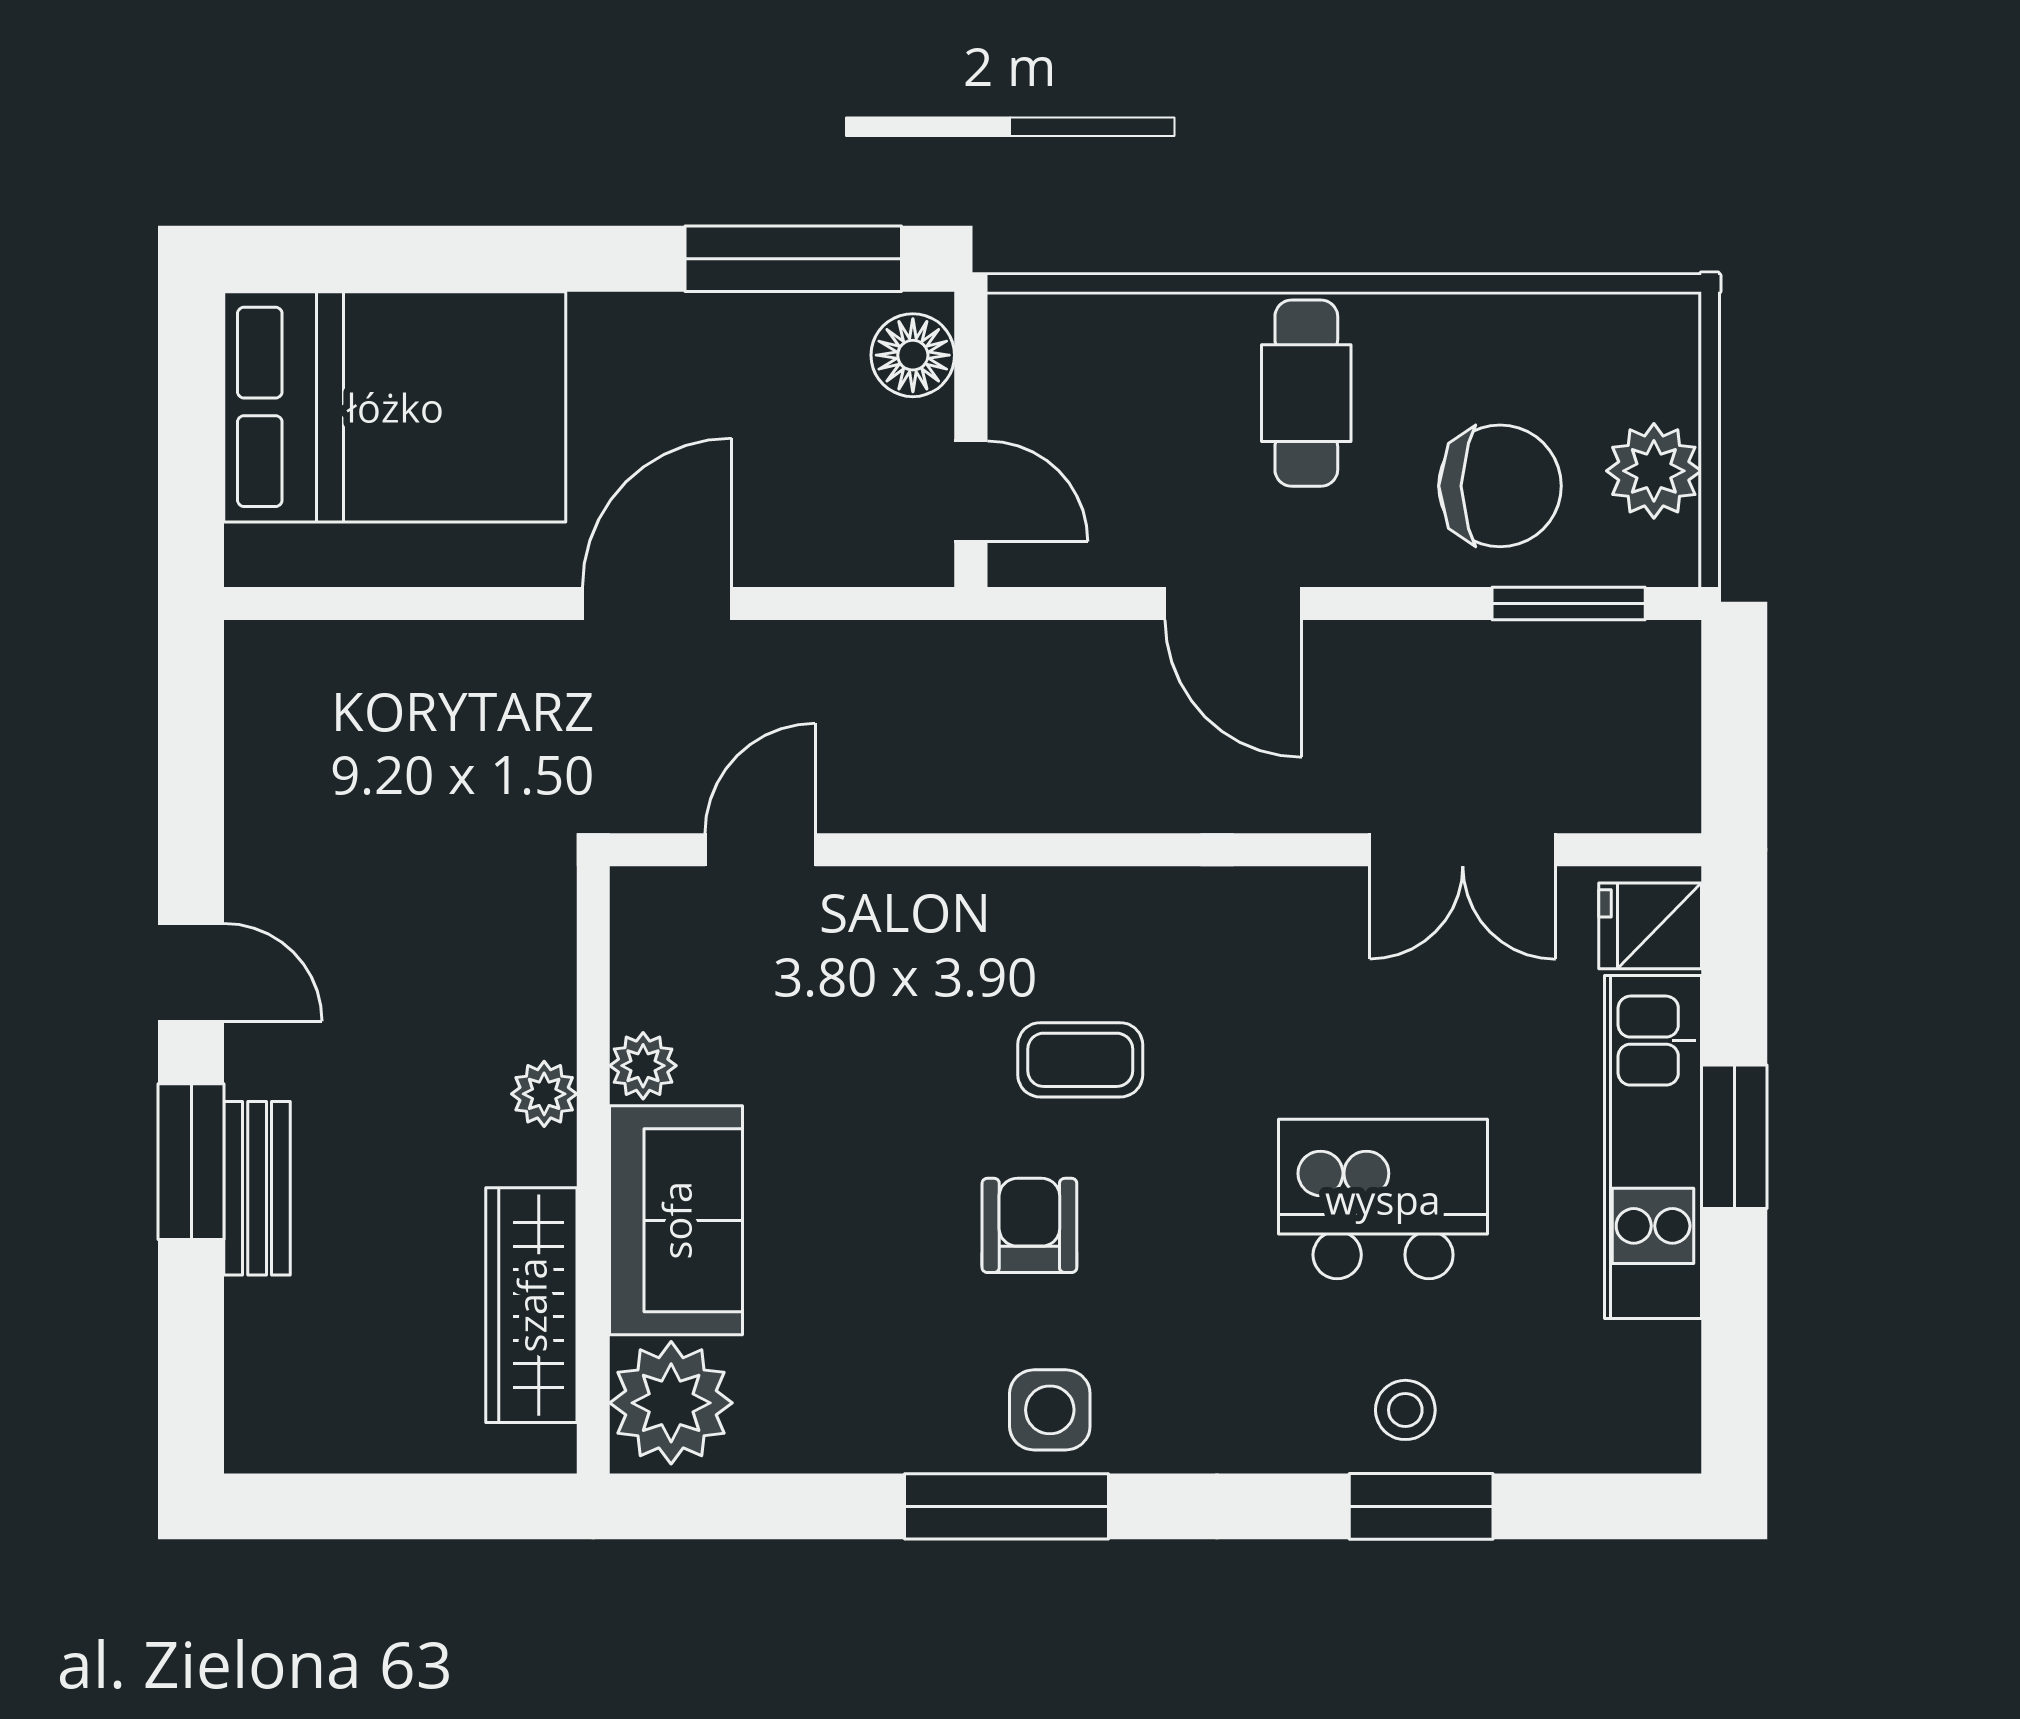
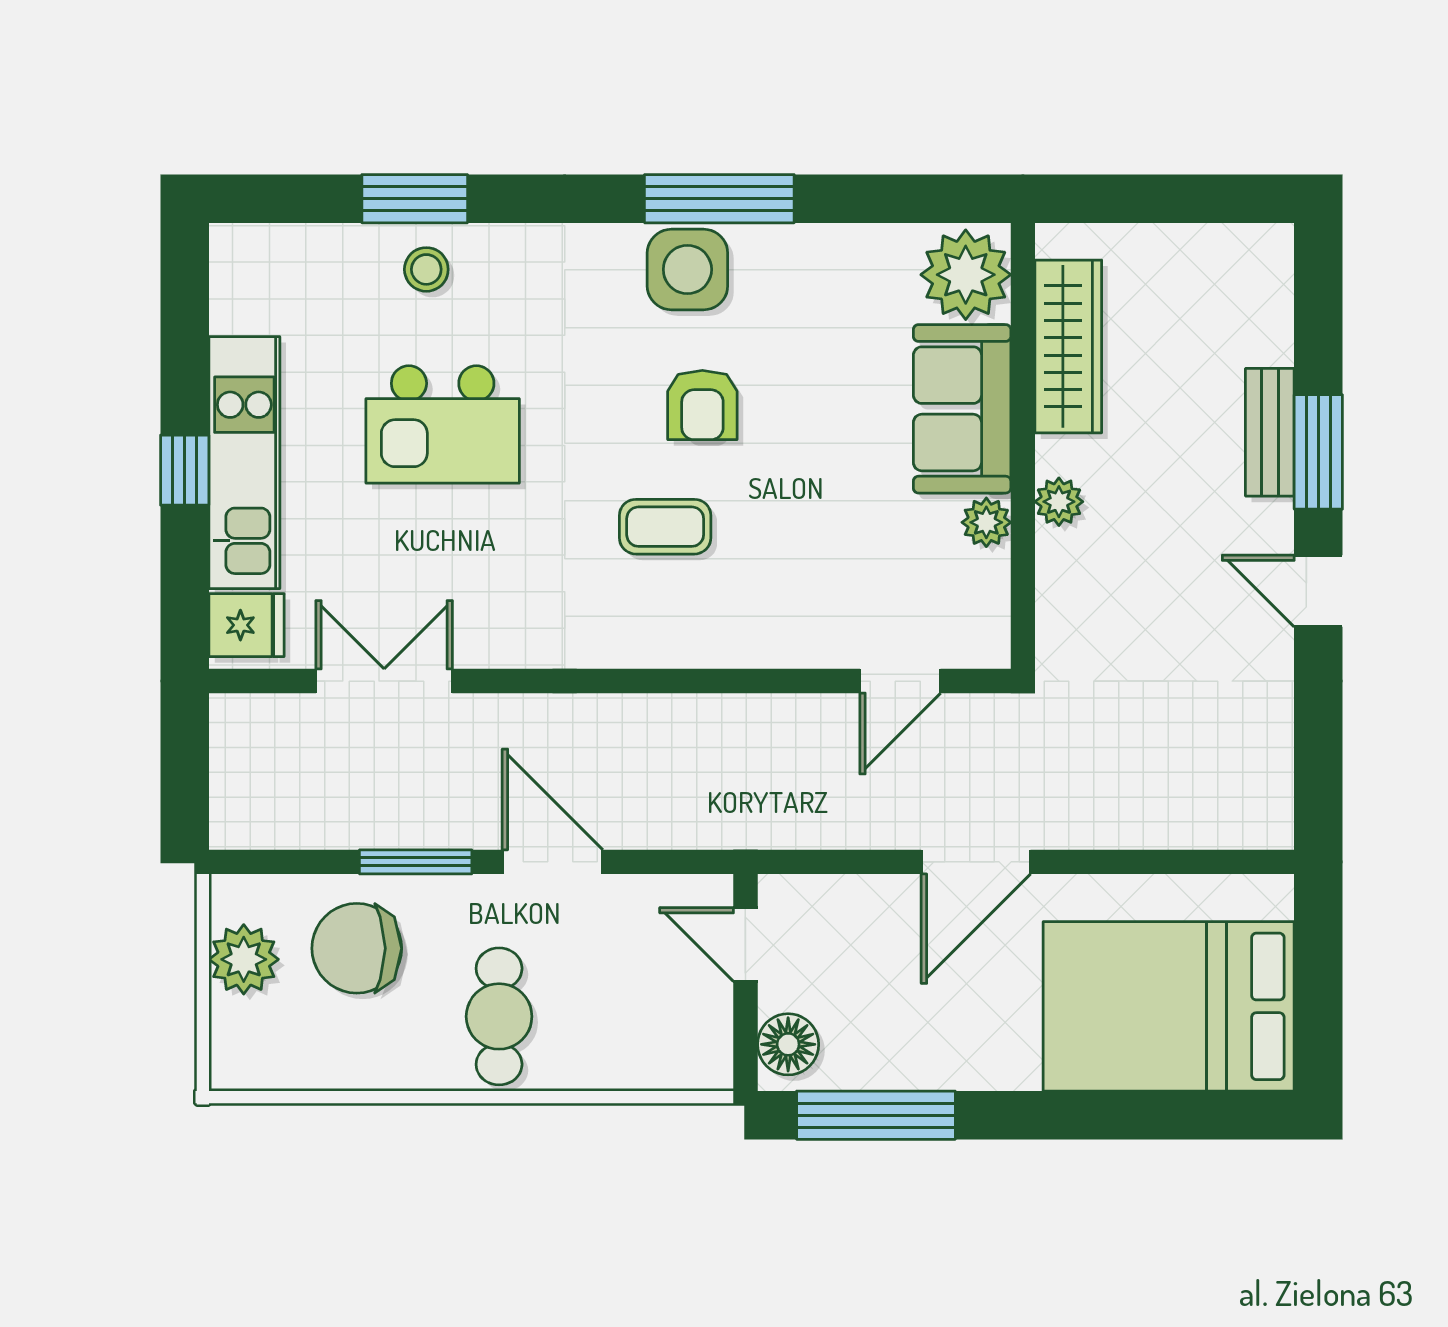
window: (1569, 603) -> (416, 862), moved
window: (1734, 1137) -> (185, 470), width x0.67
side table: (1050, 1410) -> (687, 269), width x1.37, depth x1.37

